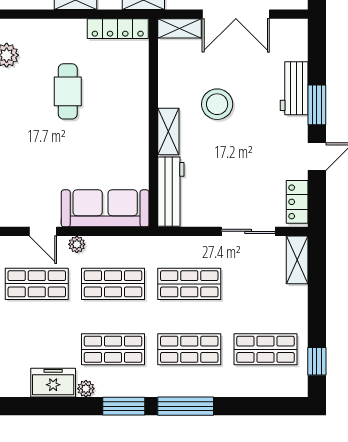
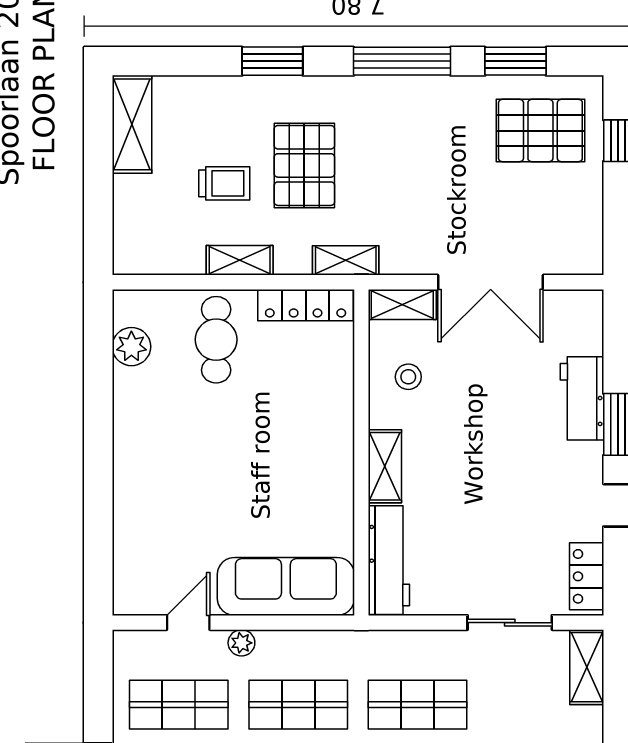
cafe table: (68, 91) -> (216, 340), moved
stool: (217, 104) -> (408, 377), moved, width x0.53, depth x0.53
door: (43, 231) -> (188, 623), swing flipped

